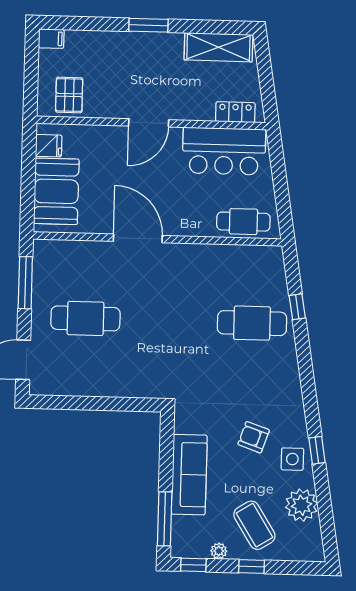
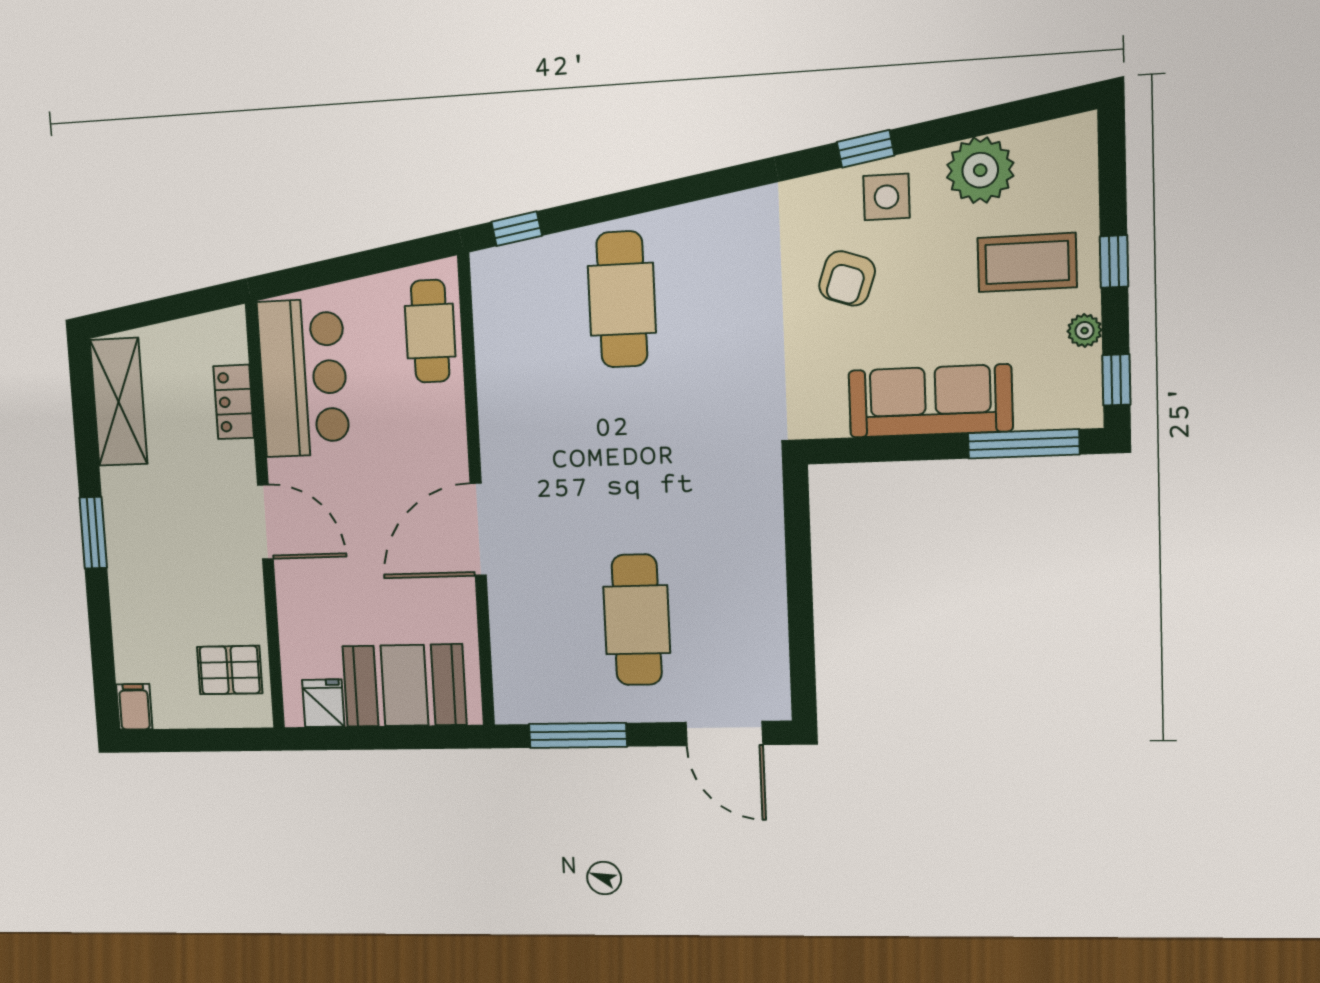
locker: (235, 112) -> (234, 402), moved
window: (297, 307) -> (517, 229), moved
coffee table: (254, 525) -> (1027, 262), turned 32

